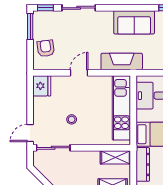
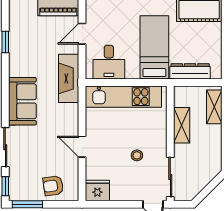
sofa: (134, 22) -> (22, 101), moved
fireplace: (122, 62) -> (69, 78), moved
shelving: (115, 157) -> (182, 125), moved

